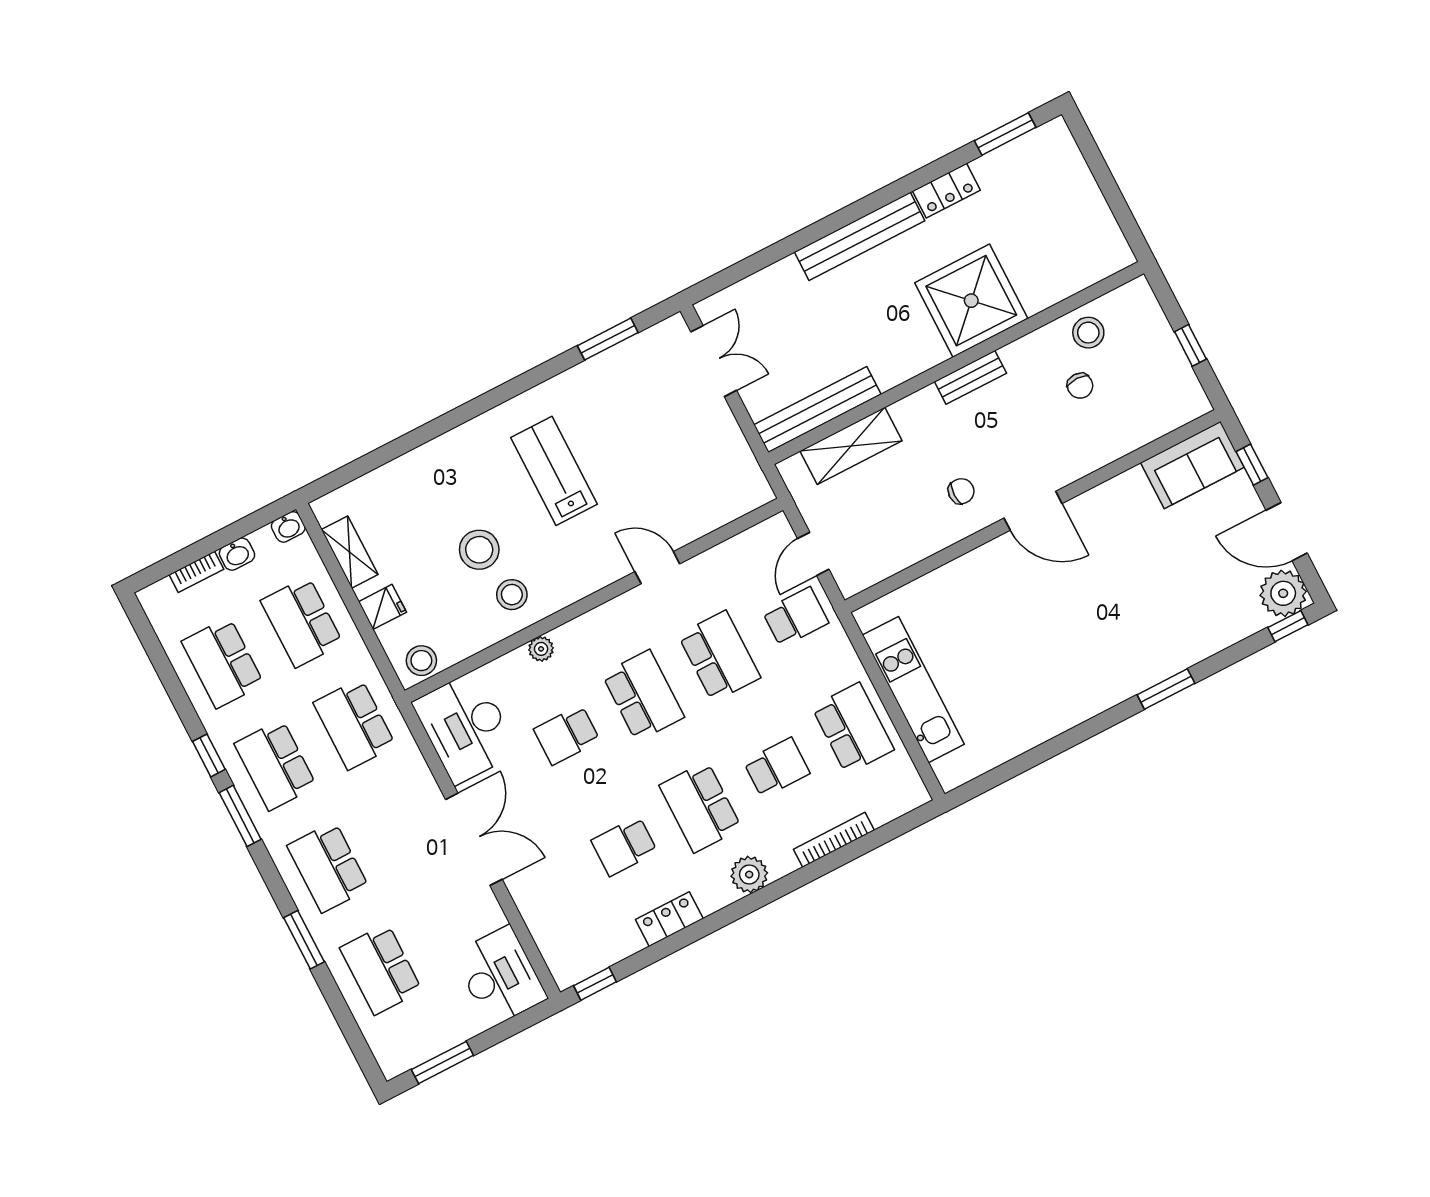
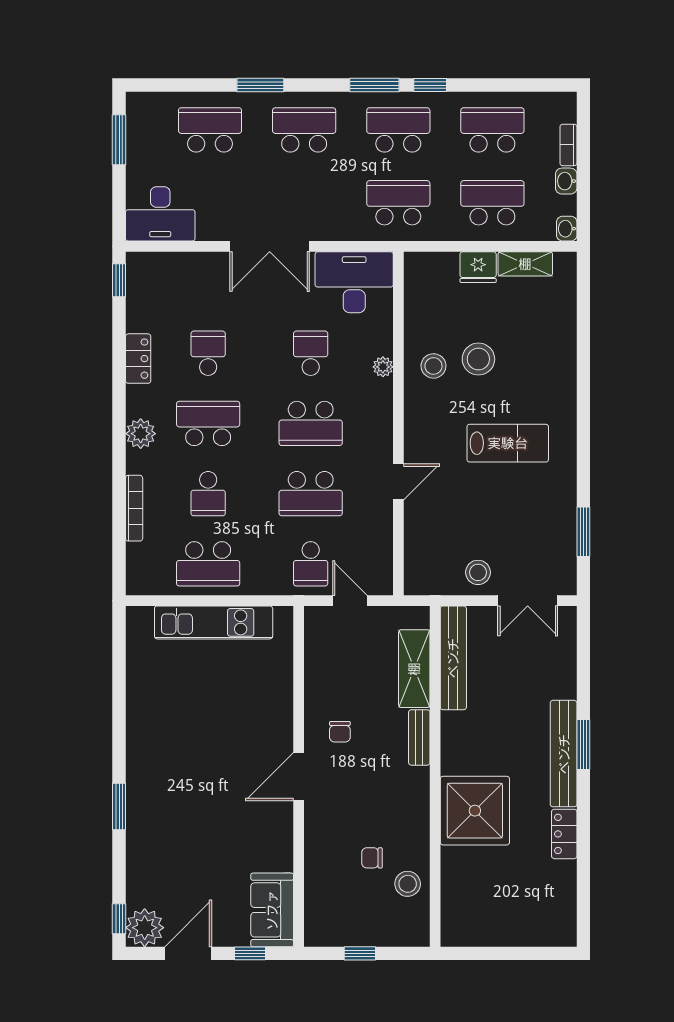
window: (1005, 134) -> (583, 744), moved
bench: (970, 377) -> (419, 737), moved
fridge: (382, 607) -> (478, 267), width x1.38
stool: (421, 661) -> (478, 572), moved

